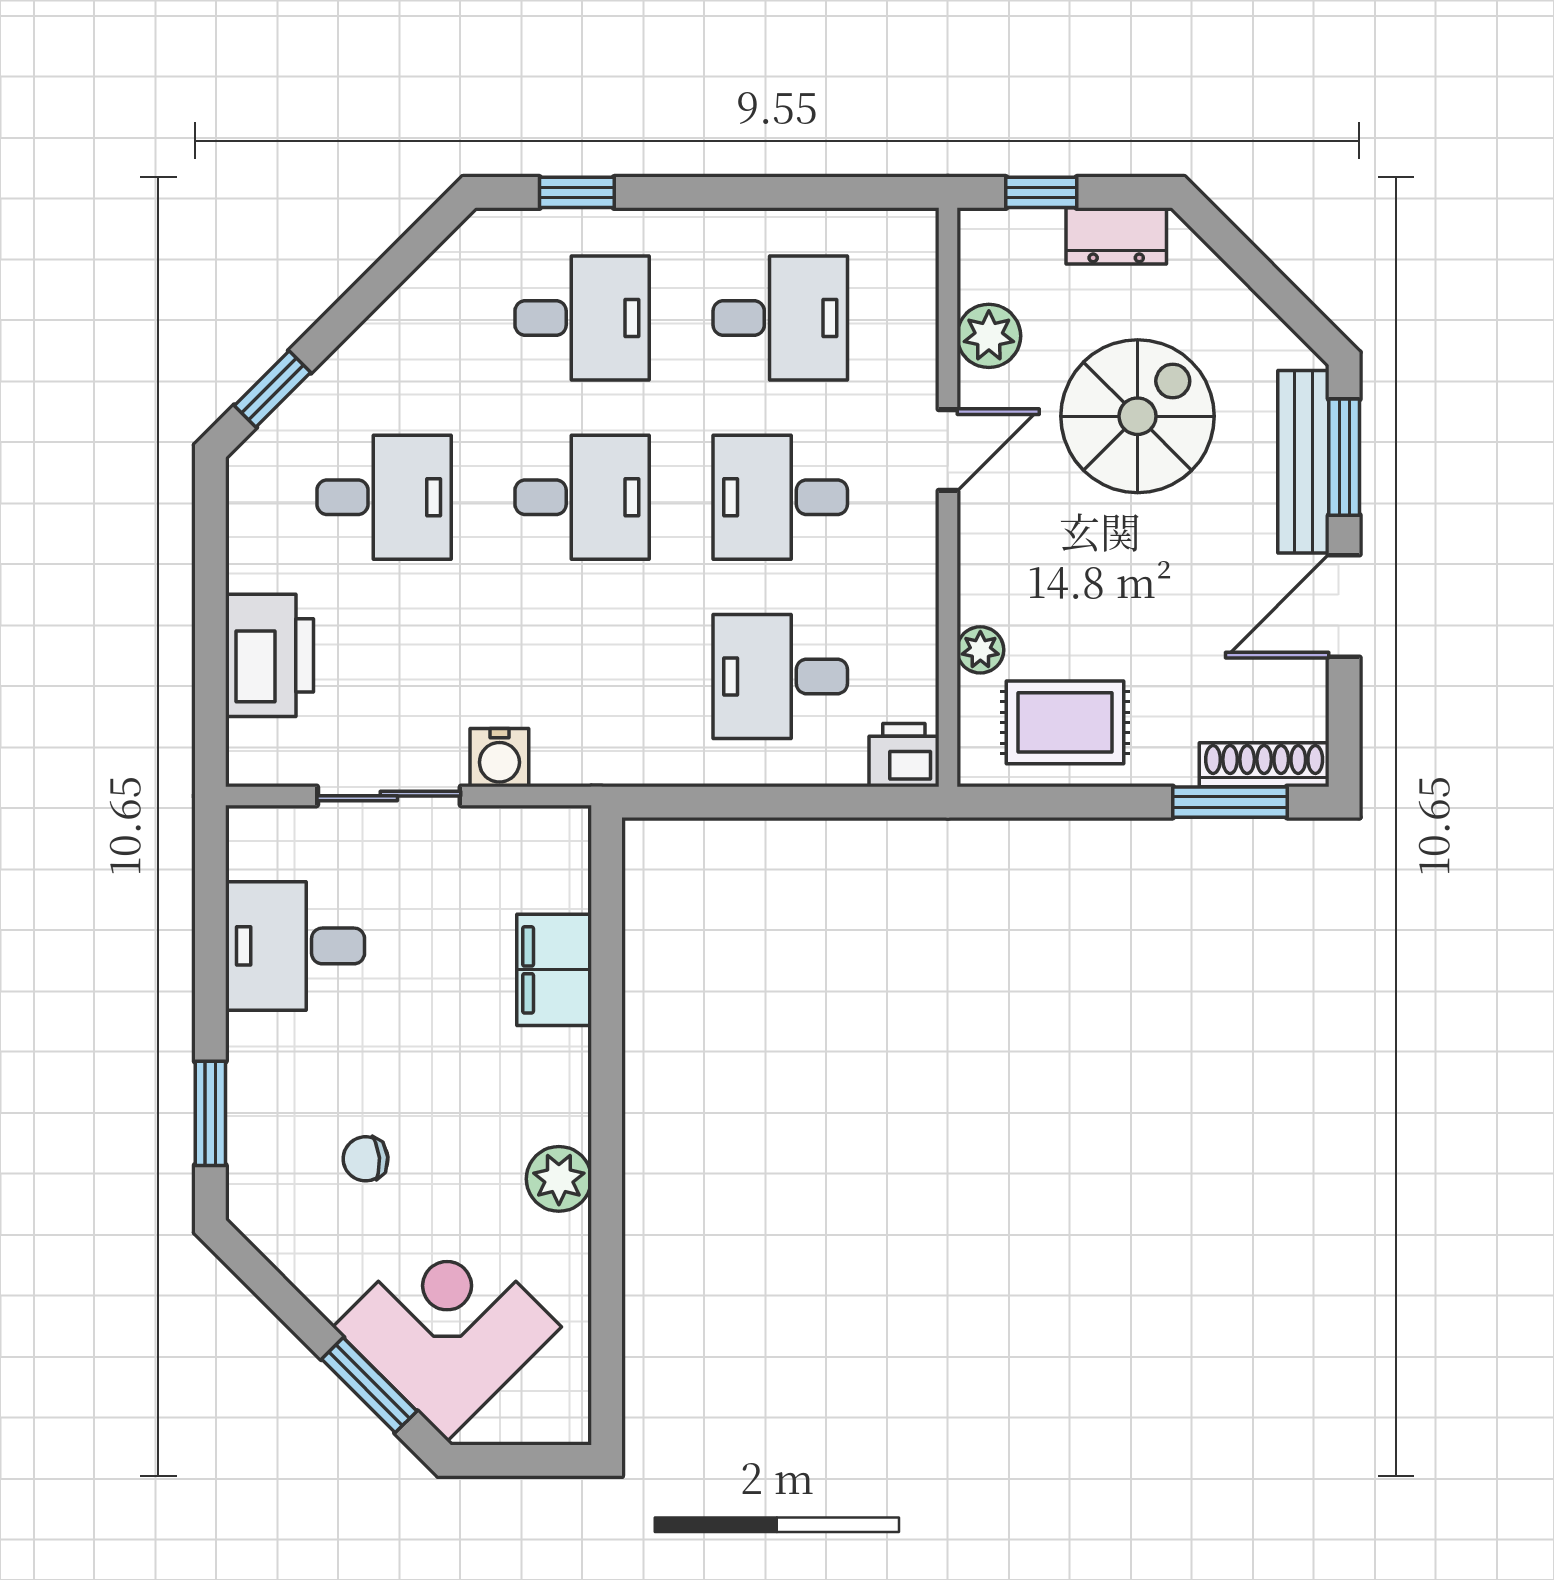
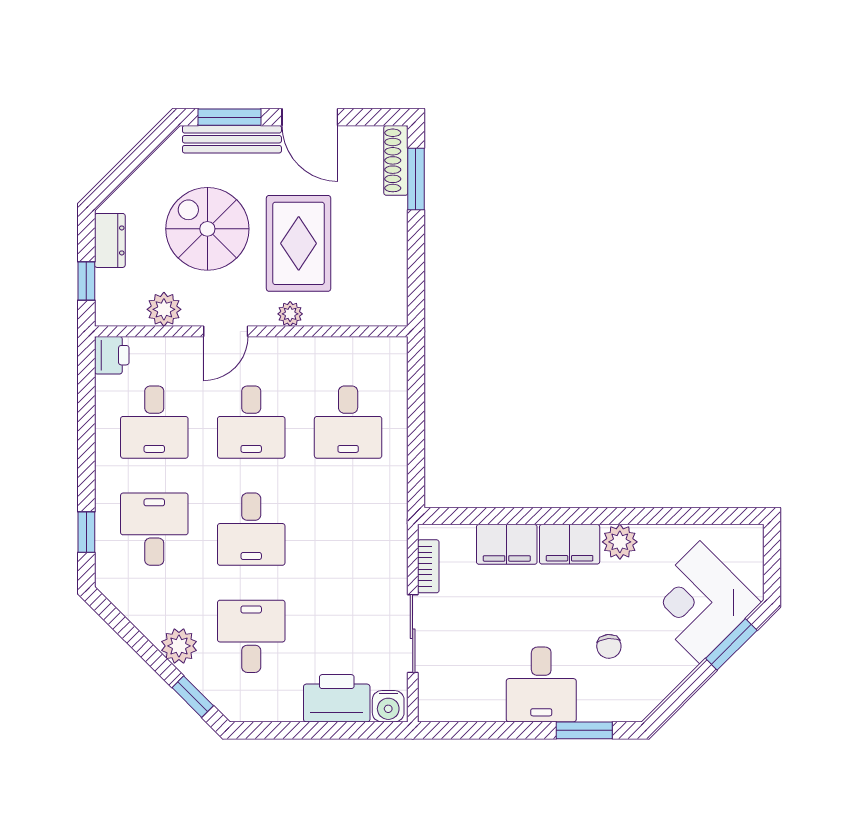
desk: (780, 318) -> (154, 422), turned 180
plant: (366, 364) -> (179, 646), added
door: (948, 450) -> (226, 331), swing flipped
desk: (582, 497) -> (251, 529), turned 180
plant: (980, 650) -> (290, 314), moved
rug: (1065, 722) -> (299, 243), moved, width x1.36, depth x1.43
printer: (904, 755) -> (112, 355), moved, turned 180
water cooler: (499, 758) -> (388, 706), moved, turned 90
bookcase: (513, 825) -> (428, 566), added
desk: (295, 946) -> (541, 684), moved
filing cabinet: (554, 1086) -> (570, 544), added

